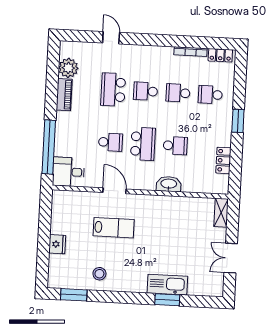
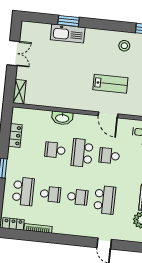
school desk: (210, 95) -> (23, 191), width x1.85
lab bench: (114, 228) -> (110, 84), turned 180

